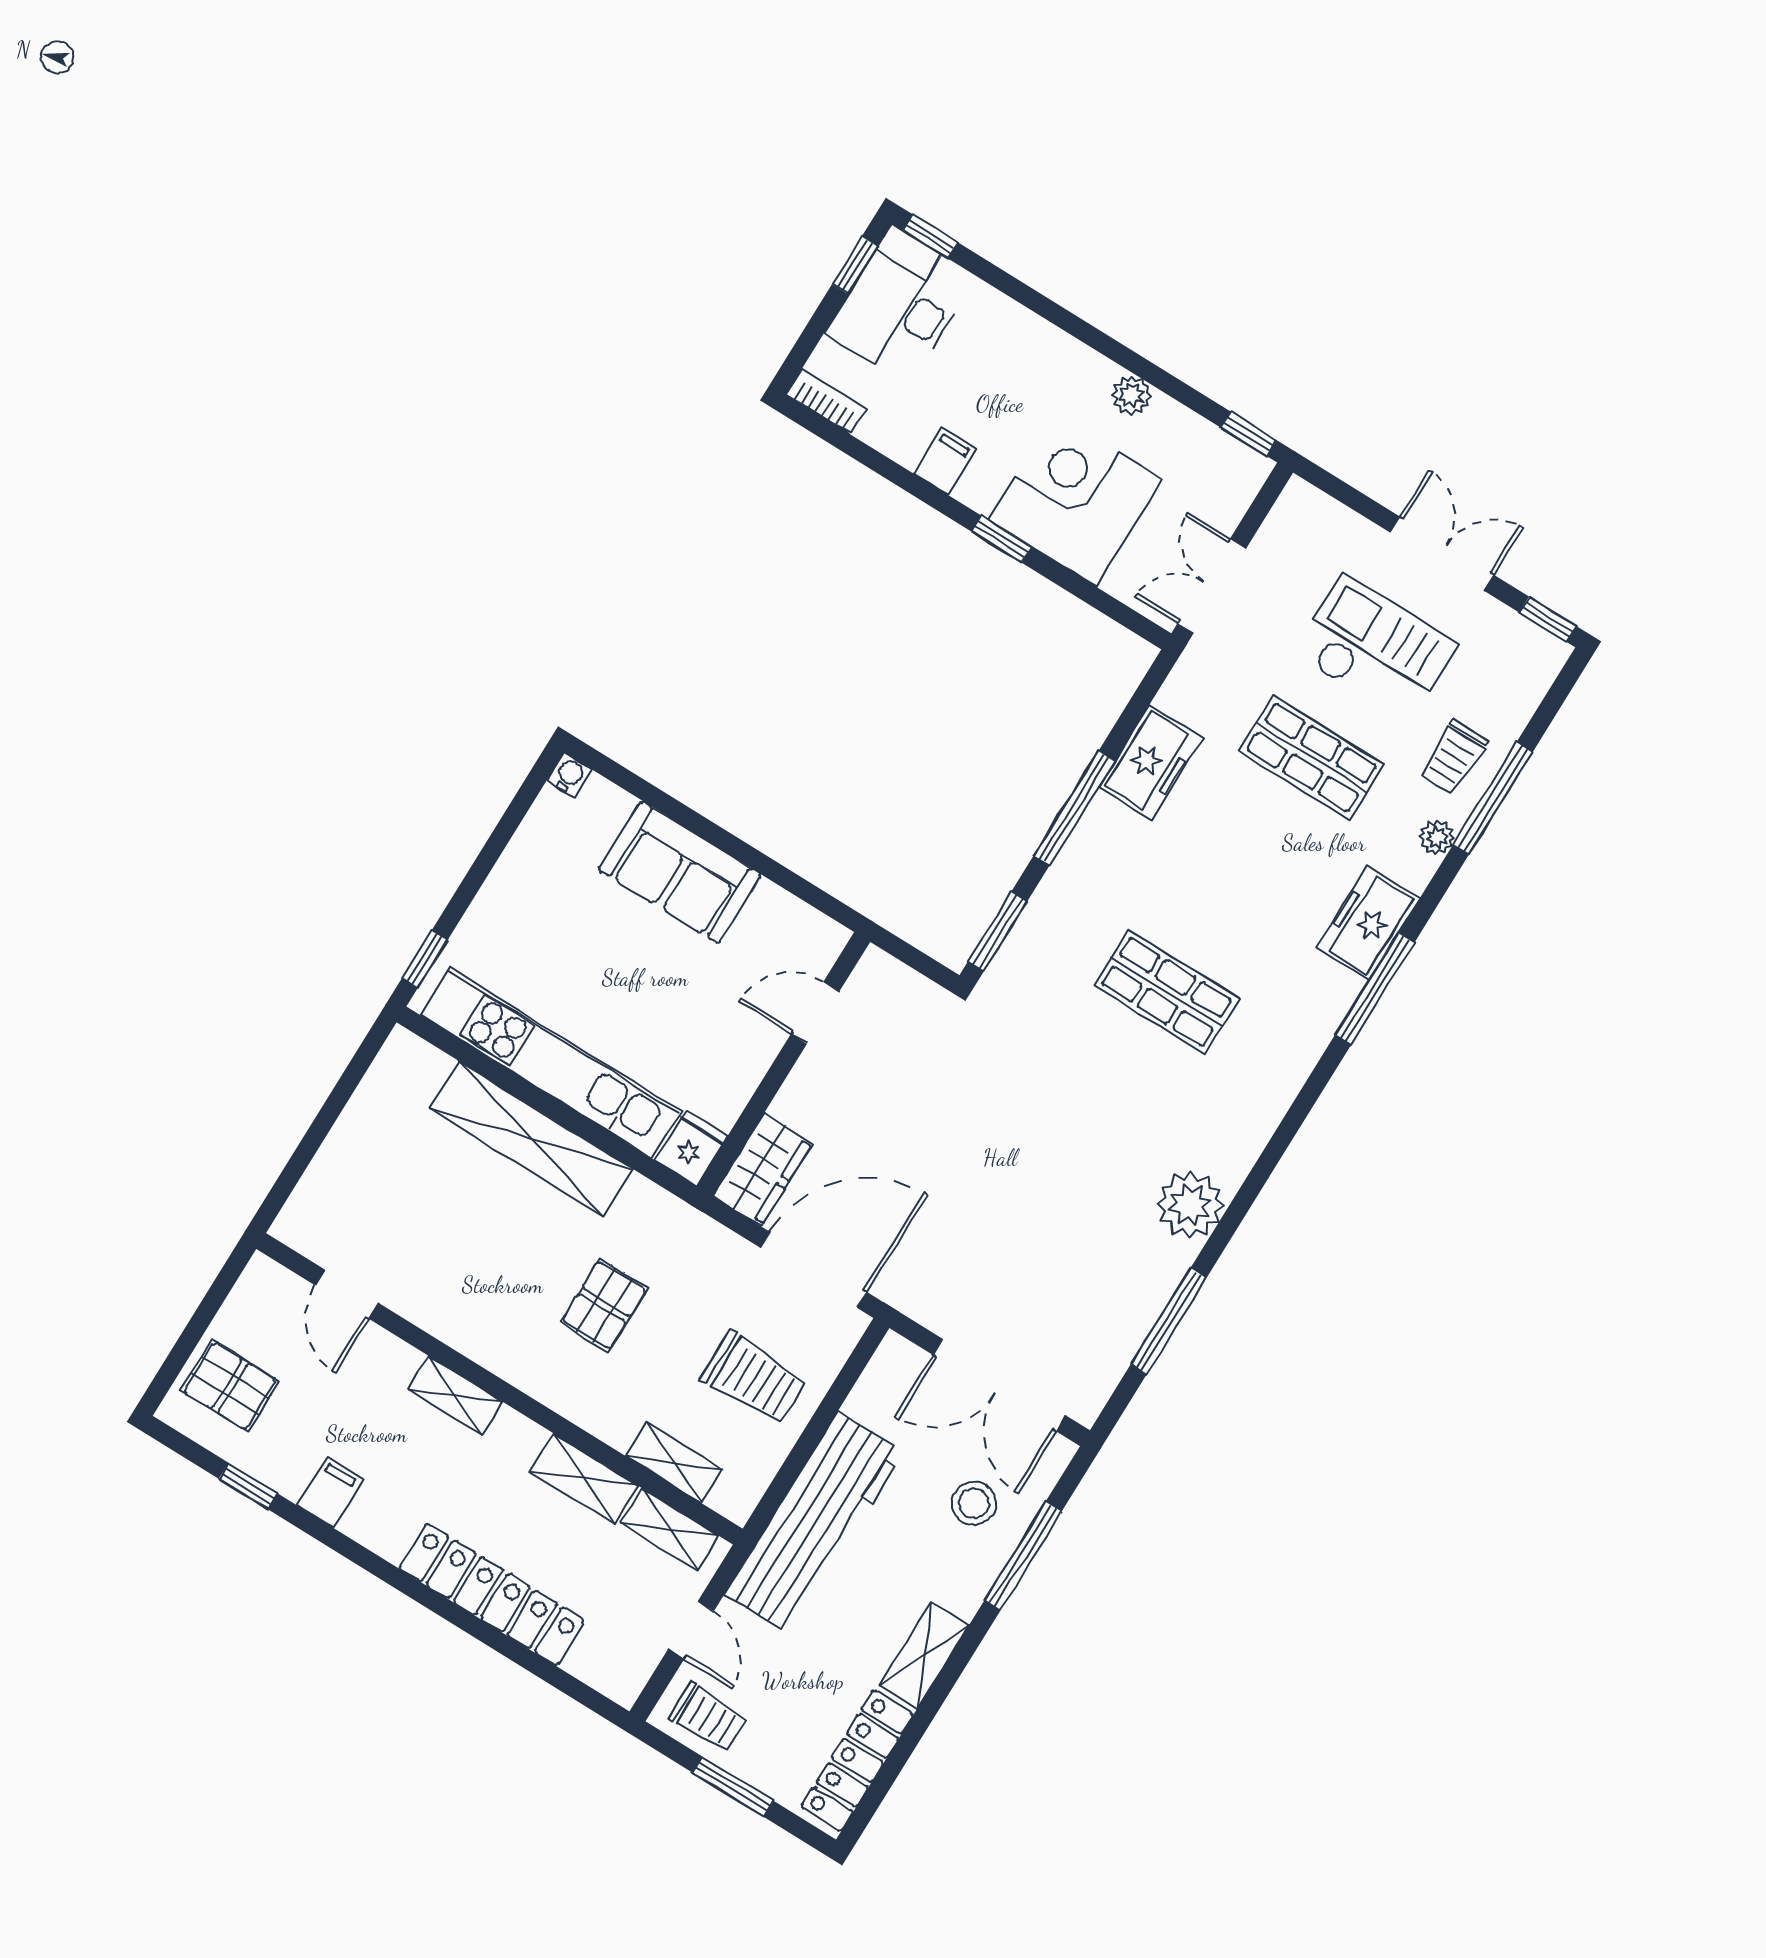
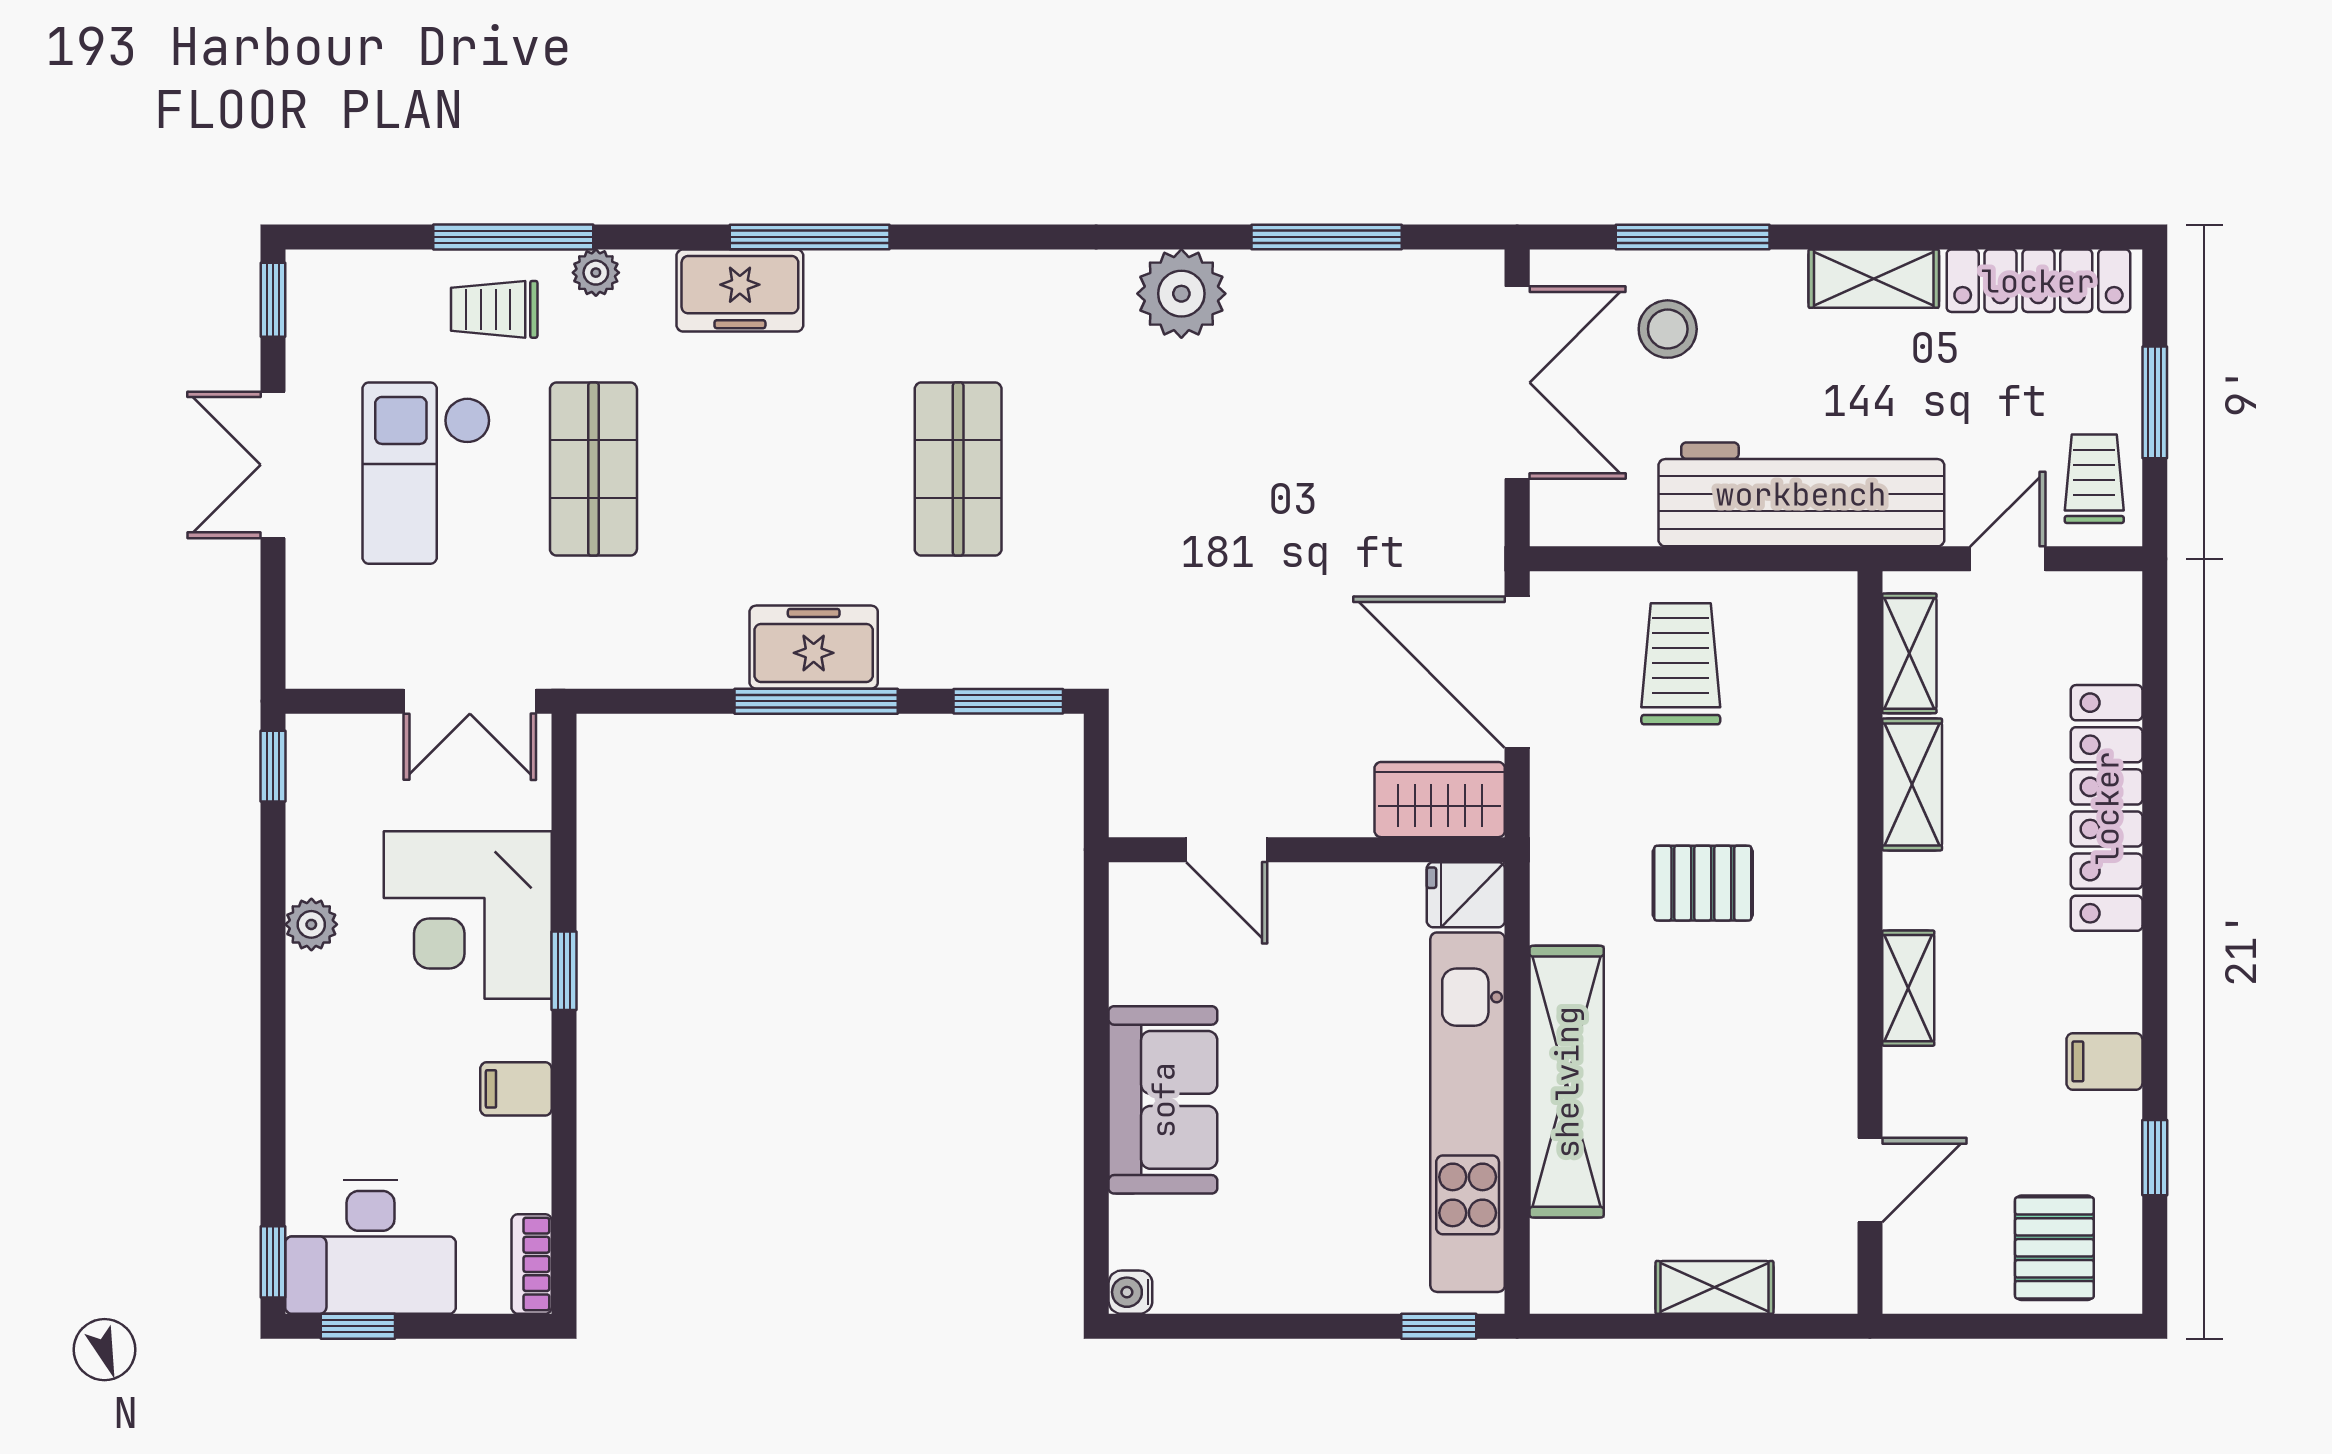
trolley: (1454, 758) -> (494, 309), turned 180
freezer: (1150, 763) -> (814, 647), moved
shelving: (674, 1463) -> (1714, 1287), moved, turned 90

